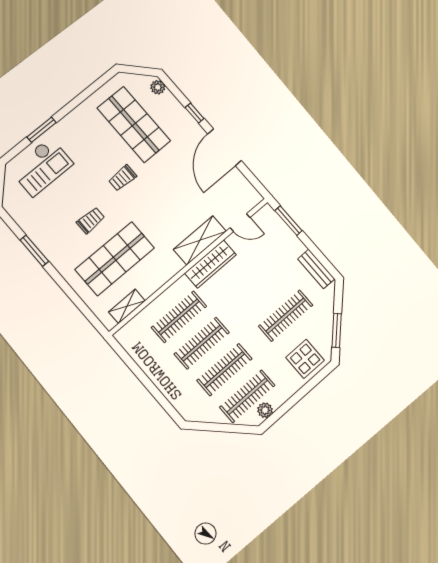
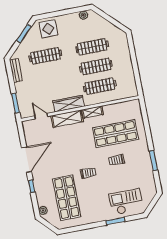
shelving: (127, 306) -> (92, 112), moved
clothes rail: (247, 396) -> (88, 27), removed

